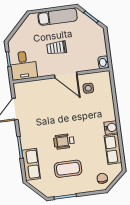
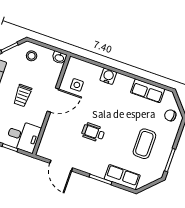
stool: (93, 39) -> (32, 56), added
water cooler: (111, 128) -> (108, 76), moved
wheelchair: (64, 141) -> (93, 132), moved, turned 90

